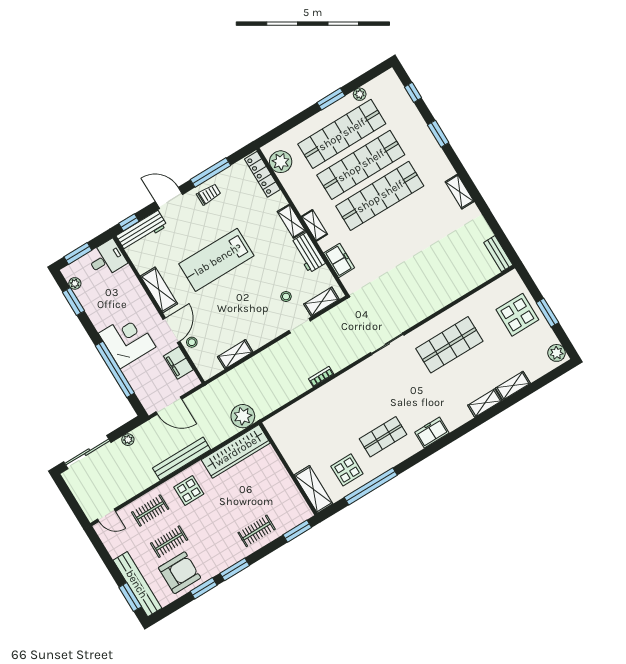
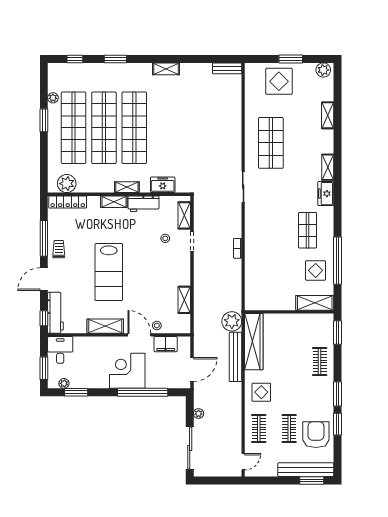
shelving: (485, 403) -> (328, 167), moved
bench: (182, 459) -> (235, 357), moved

